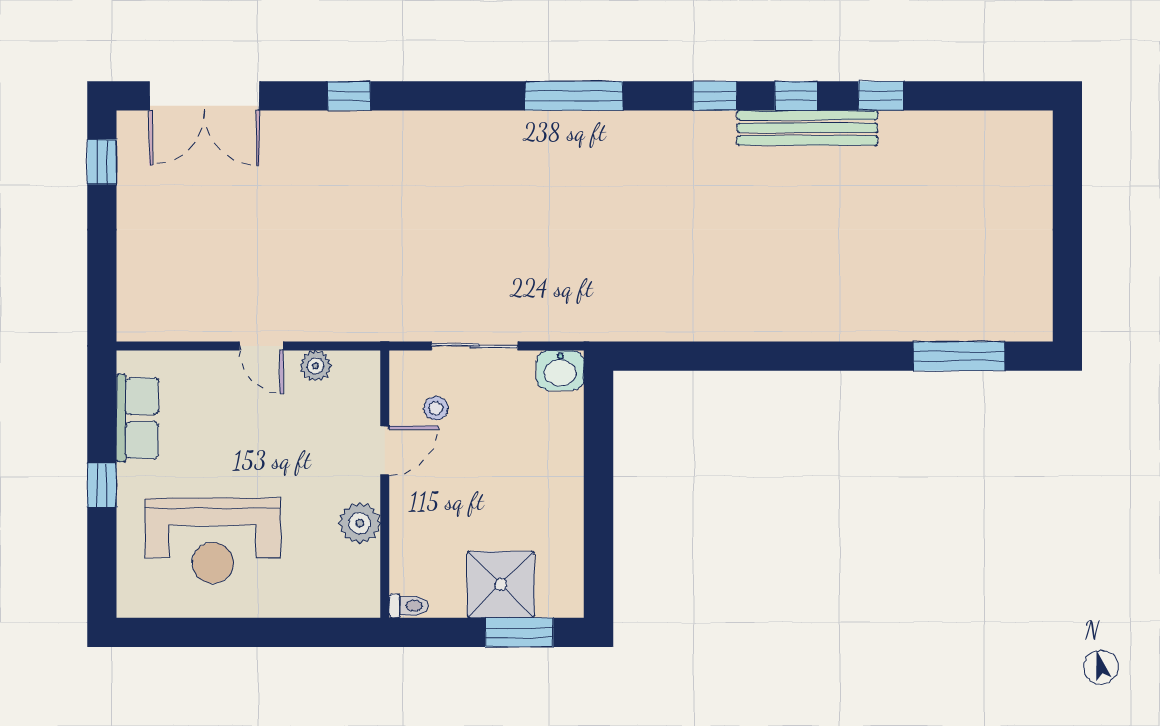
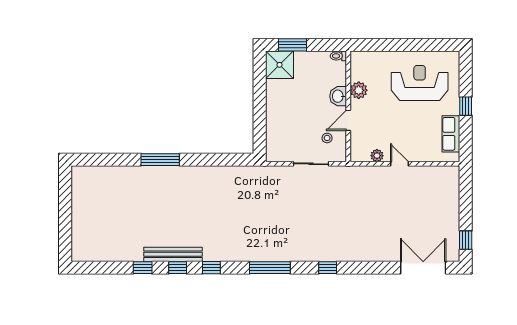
window: (349, 96) -> (328, 268), moved
window: (959, 356) -> (160, 160), moved
washbasin: (560, 370) -> (338, 96), moved, turned -90
shower: (501, 584) -> (279, 65), moved

